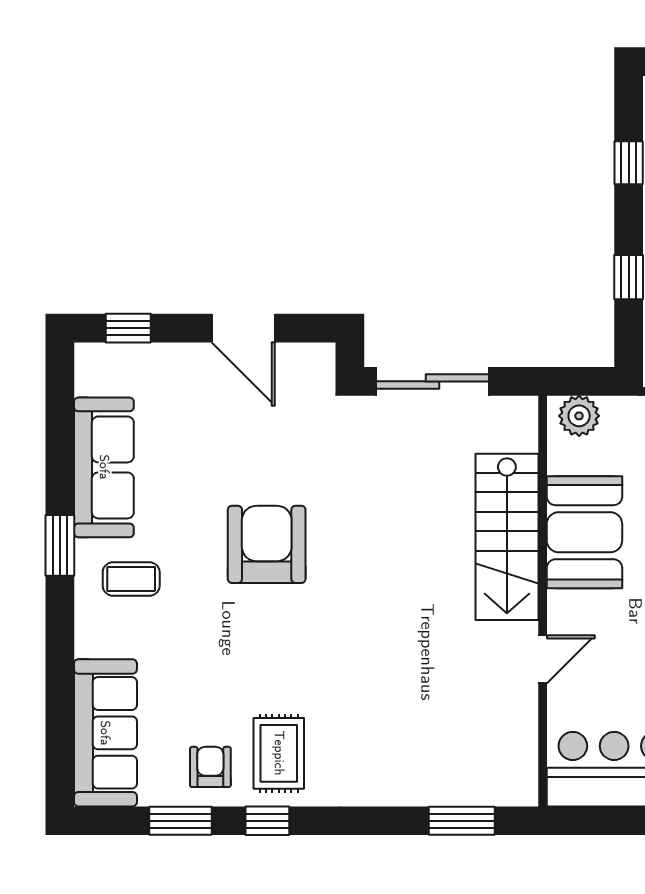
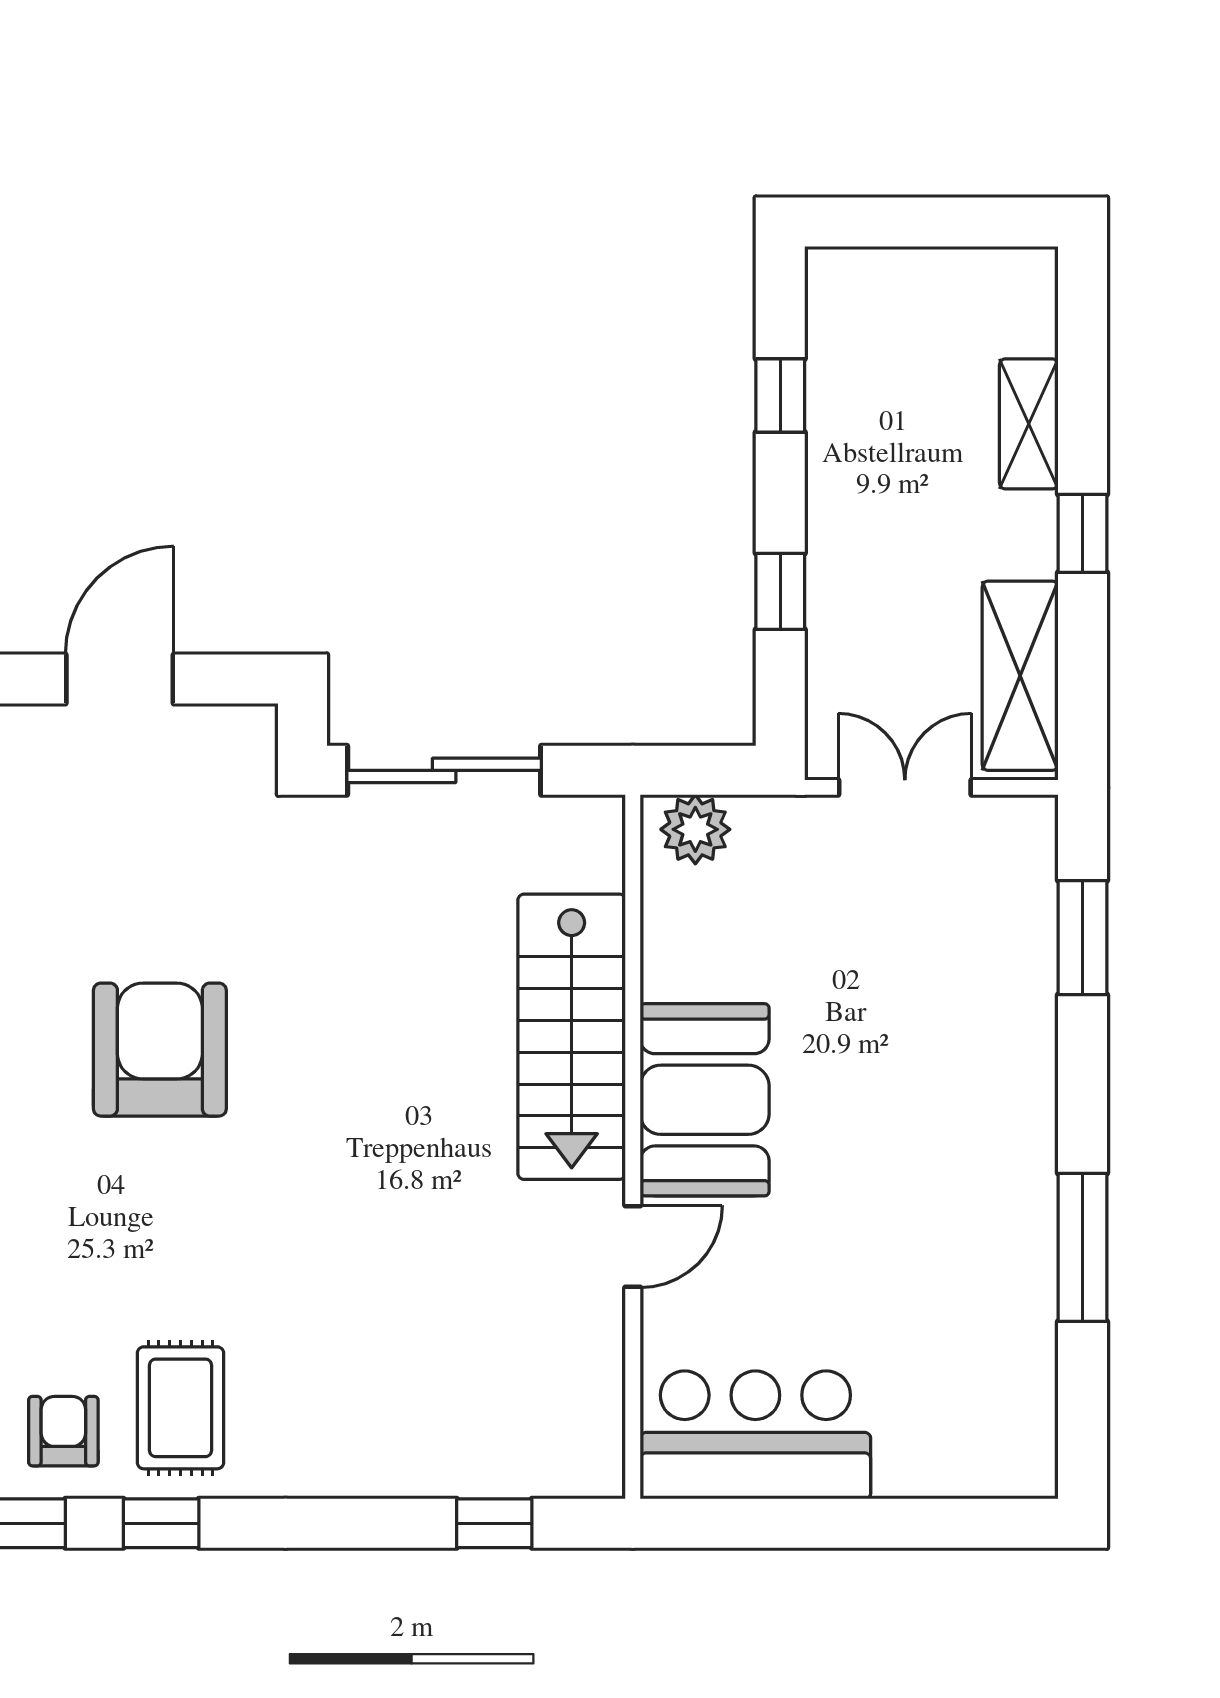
door: (243, 328) -> (120, 679), swing flipped
booth: (584, 532) -> (705, 1100), moved
window: (462, 821) -> (494, 1523), width x0.67

